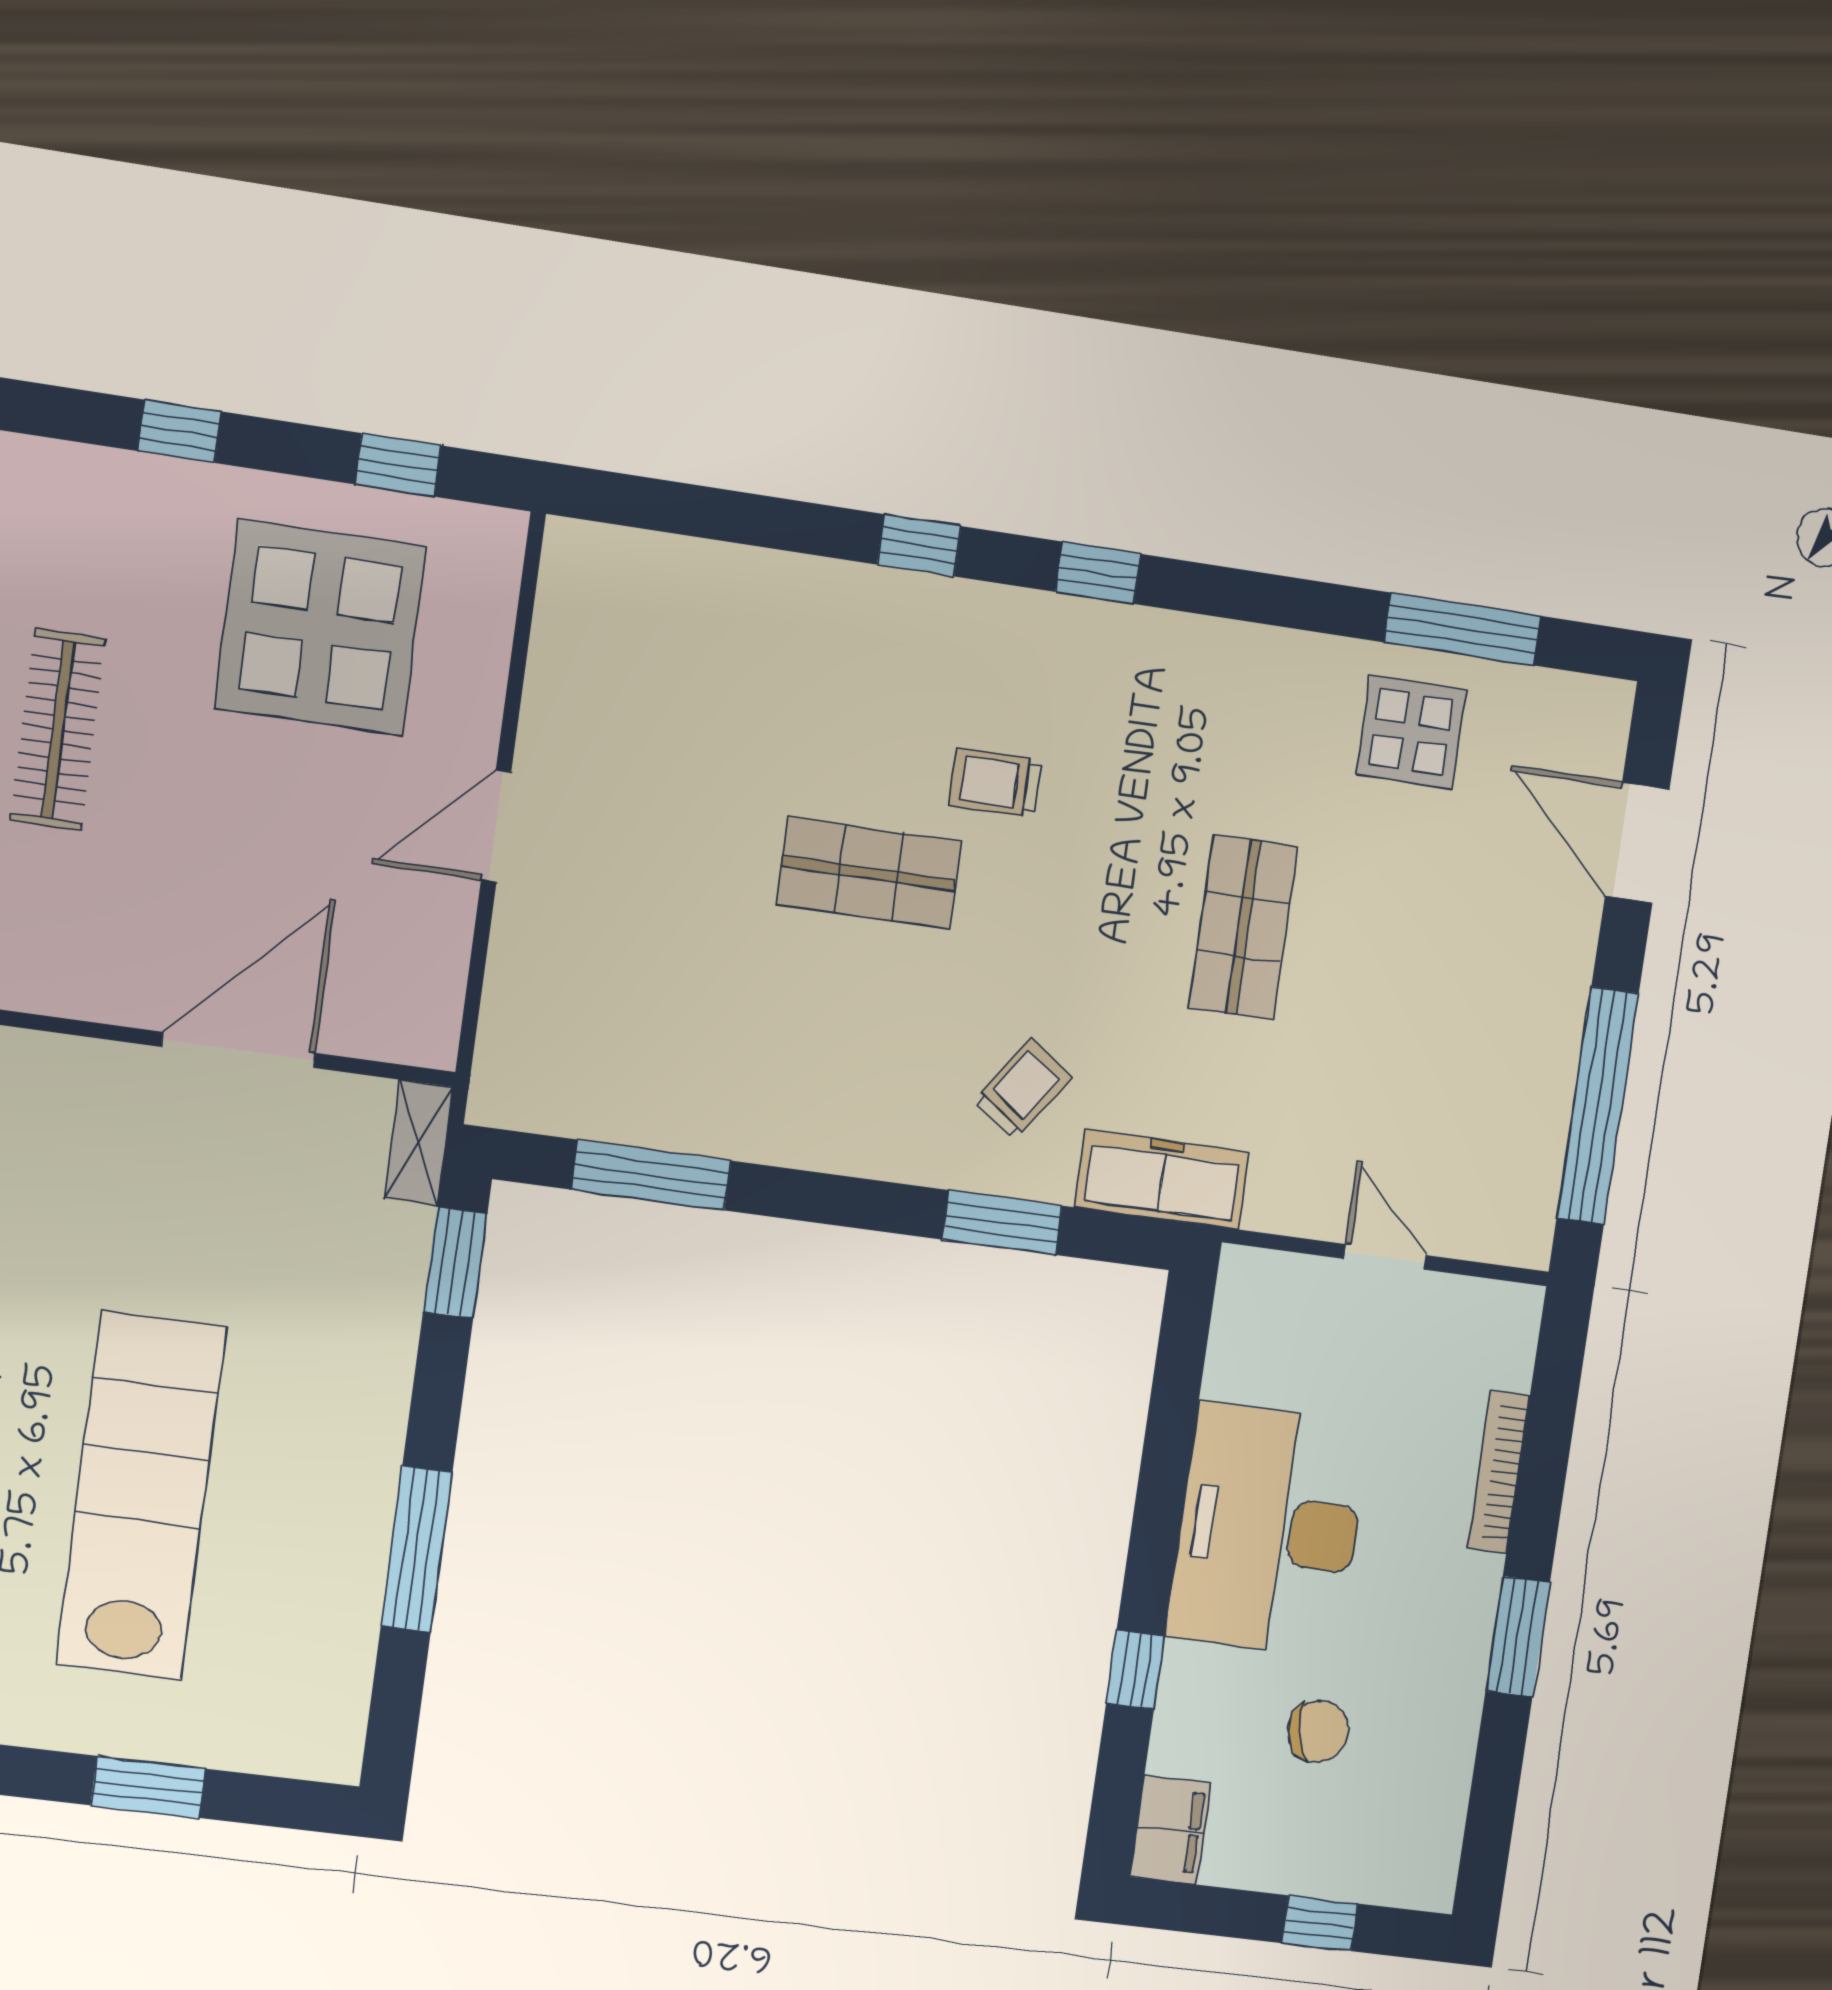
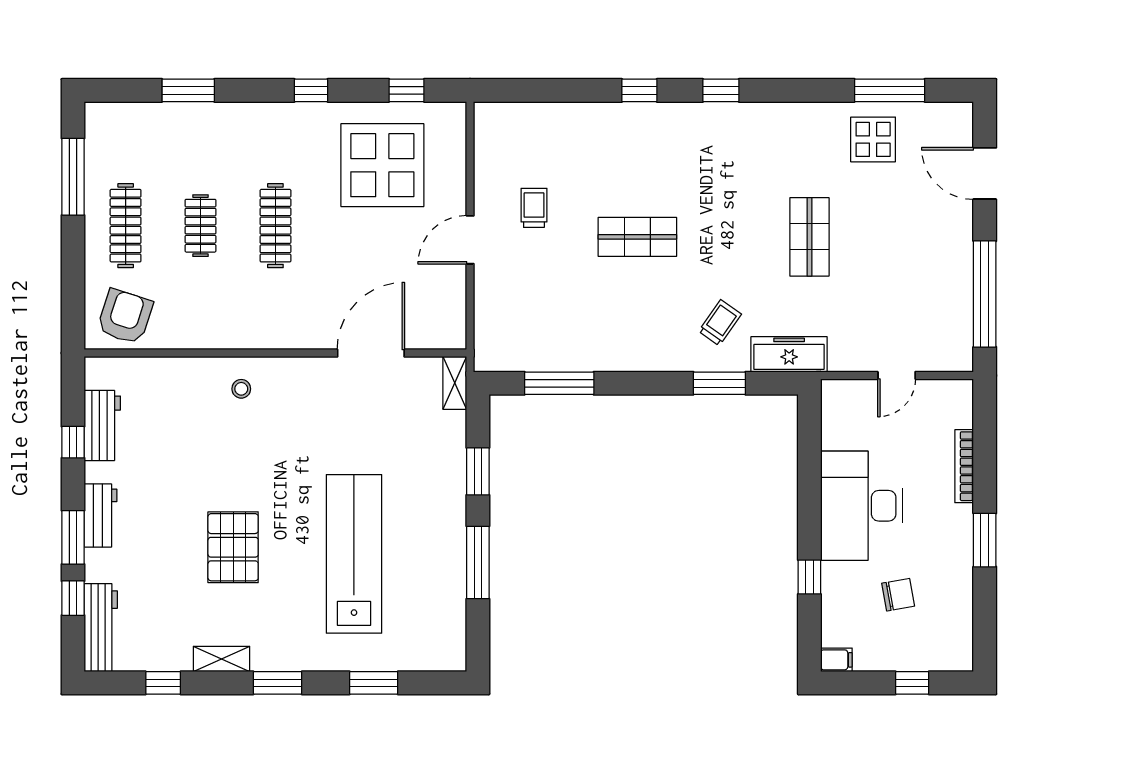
trolley: (995, 783) -> (534, 208), moved, turned 90
door: (1385, 1257) -> (897, 375), swing flipped
window: (455, 1263) -> (478, 471), moved
filing cabinet: (1170, 1830) -> (836, 660), width x0.50

